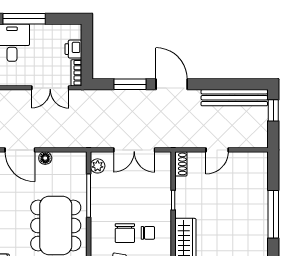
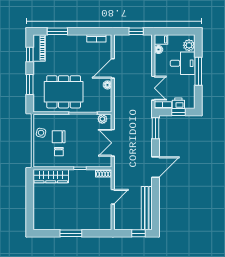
window: (87, 49) -> (178, 112), added
window: (130, 84) -> (155, 128), moved
double door: (50, 88) -> (153, 88), swing flipped
door: (217, 150) -> (113, 197), swing flipped
window: (273, 214) -> (71, 233), width x0.69

